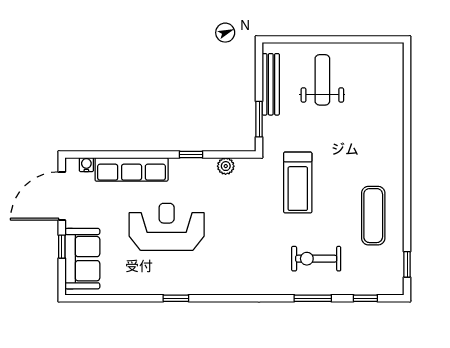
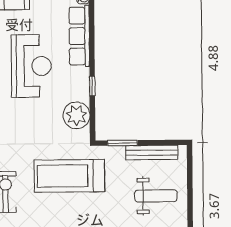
plant: (226, 166) -> (76, 115), width x1.87, depth x1.87
treadmill: (298, 183) -> (69, 176), width x1.37, depth x1.38

